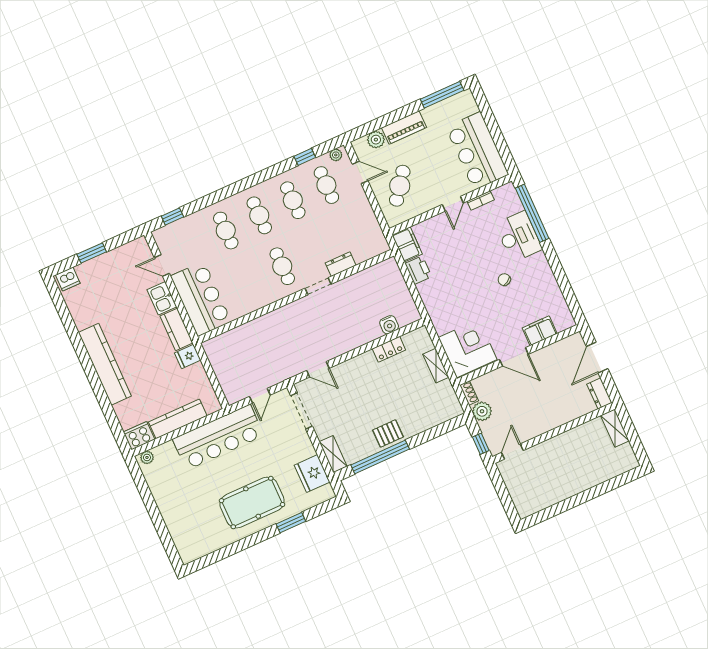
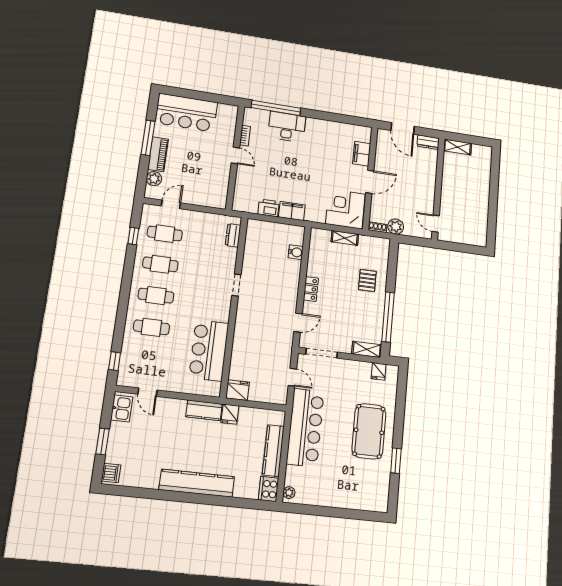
window: (442, 95) -> (148, 138), moved
bar counter: (477, 151) -> (186, 113), moved
plant: (336, 155) -> (147, 213), removed
cafe table: (400, 186) -> (199, 183), removed
filing cabinet: (407, 244) -> (292, 211), moved
dresser: (341, 264) -> (233, 235), moved
door: (162, 266) -> (147, 392), hinge flipped
cafe table: (282, 266) -> (205, 302), removed
chair: (504, 280) -> (311, 155), removed
kitchen sink: (162, 298) -> (122, 408), moved, turned -90
bar counter: (201, 299) -> (209, 350), moved, turned -90
locker: (389, 349) -> (311, 289), moved
fridge: (215, 350) -> (237, 390), added
pallet: (388, 433) -> (367, 281), moved
window: (481, 444) -> (418, 241), removed
fridge: (312, 474) -> (379, 371), width x0.53, depth x0.75
window: (291, 523) -> (396, 461), moved

